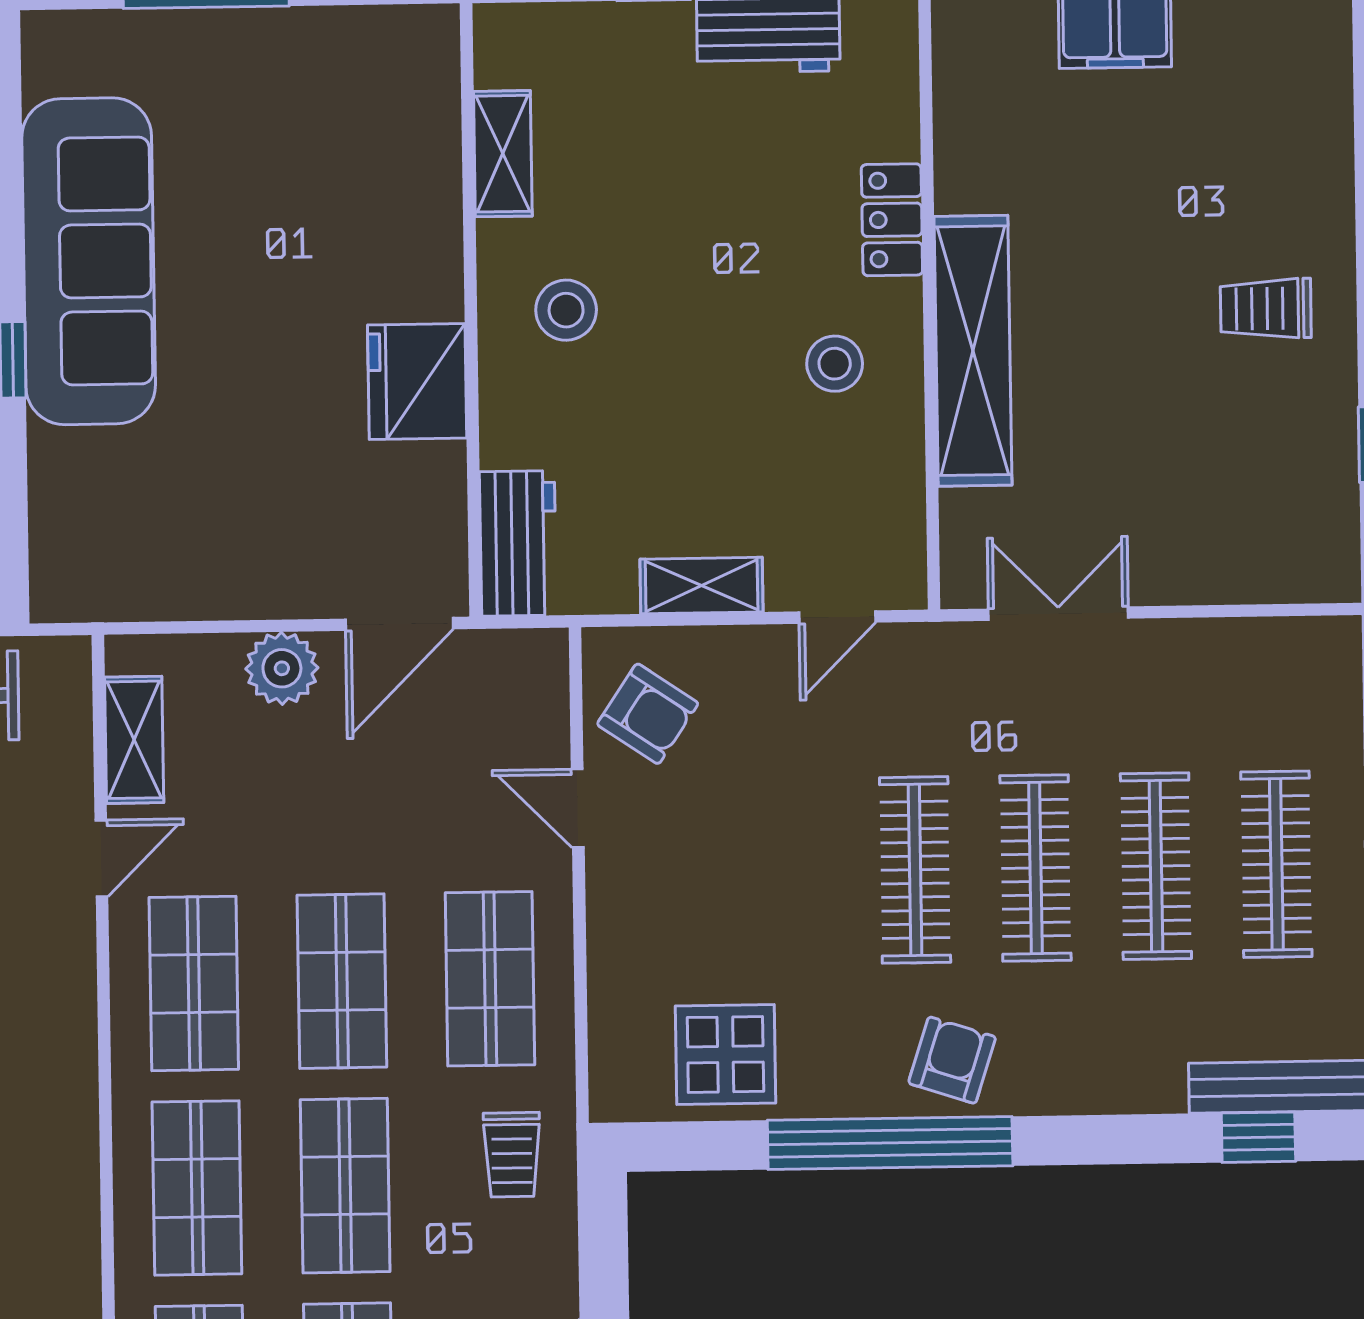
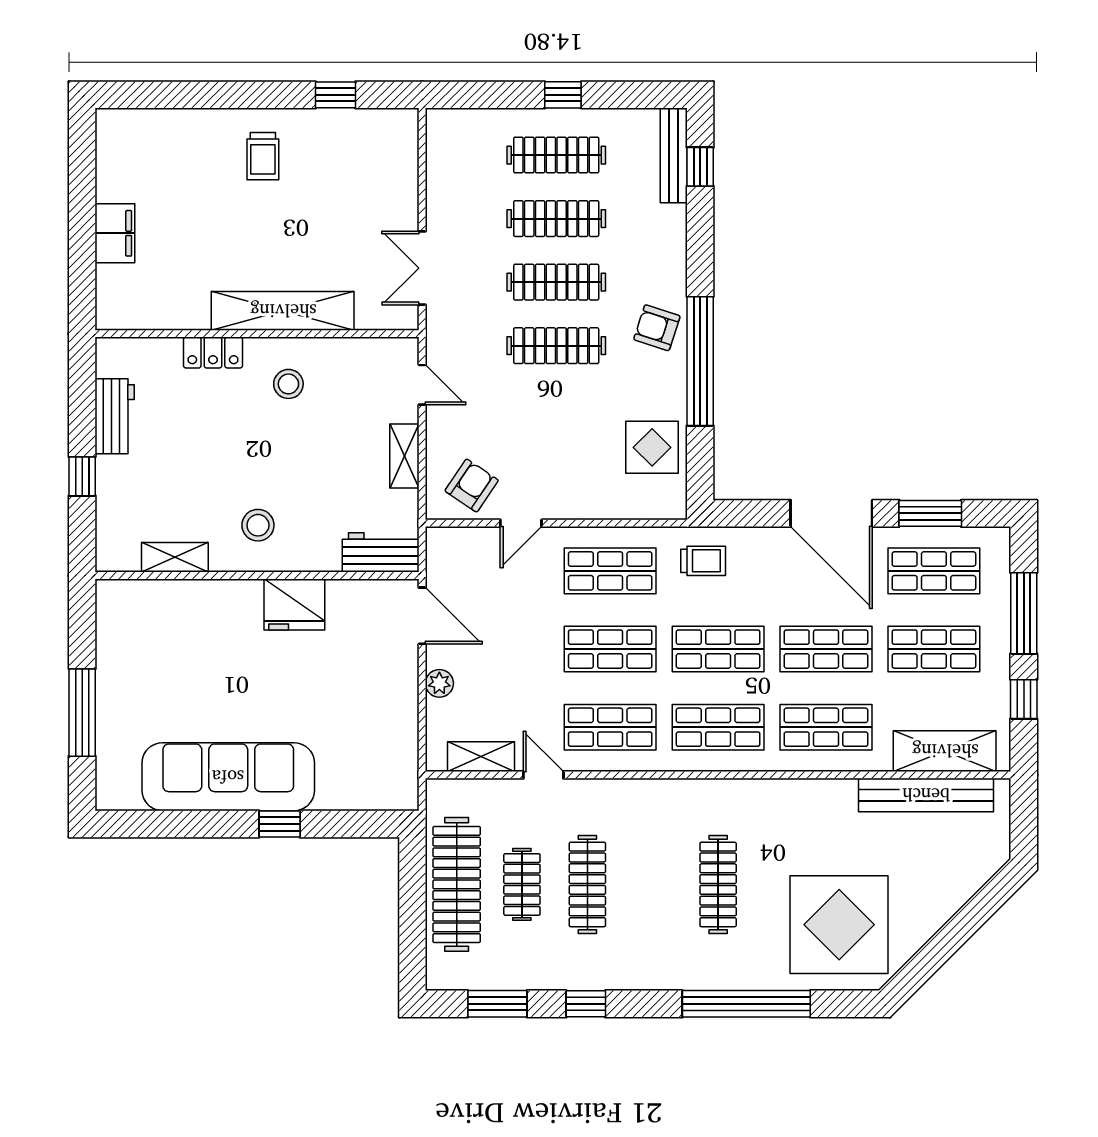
plant: (282, 668) -> (439, 683), width x0.73, depth x0.73

